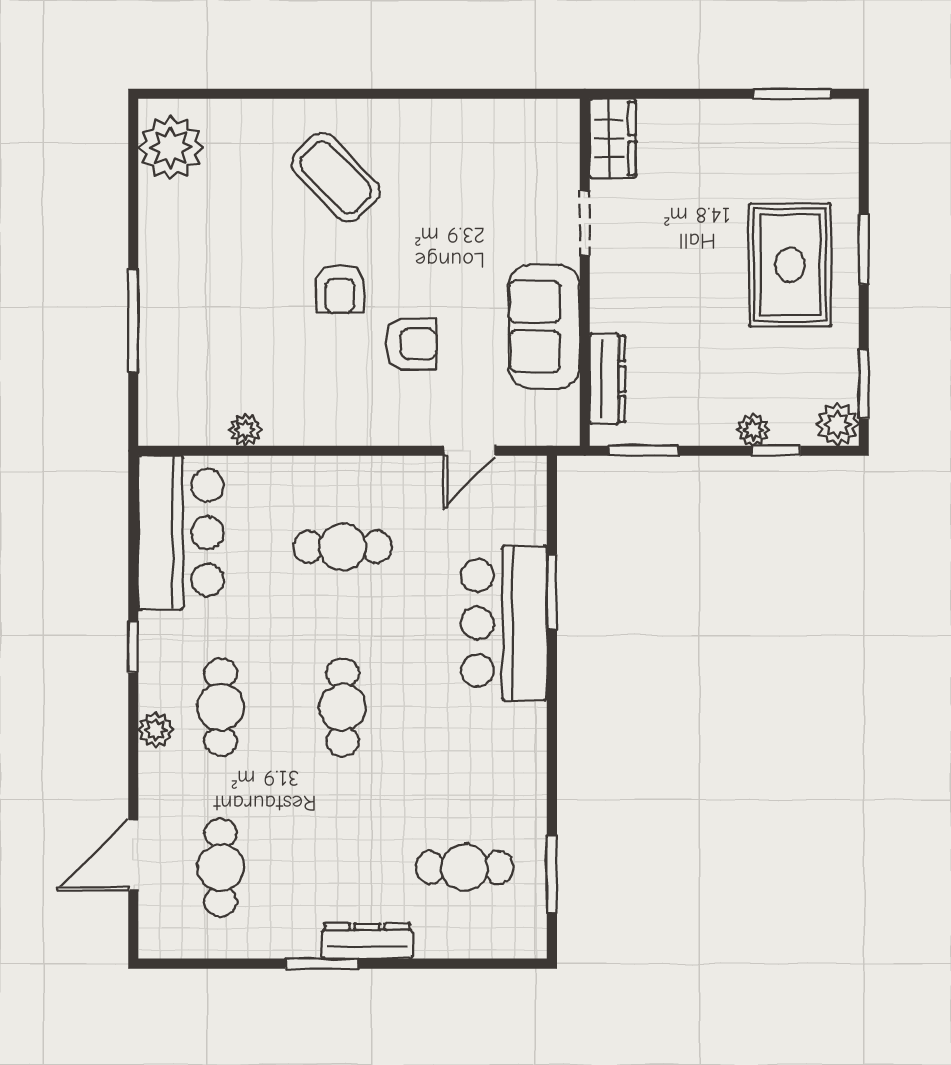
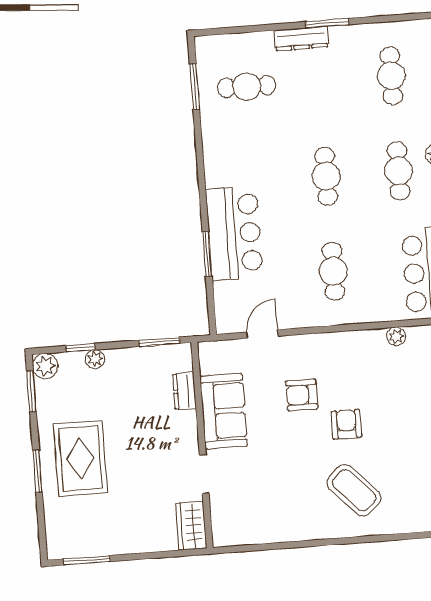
dresser: (607, 379) -> (184, 391), width x0.70
cafe table: (343, 547) -> (333, 271), turned 90

